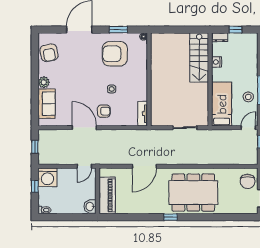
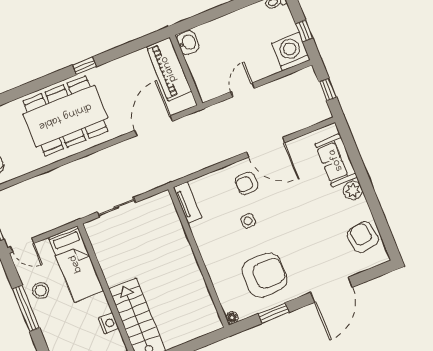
door: (248, 128) -> (22, 245), hinge flipped
wall: (98, 191) -> (186, 70), moved
piano: (107, 195) -> (169, 69), moved
washbasin: (90, 207) -> (188, 43), moved

